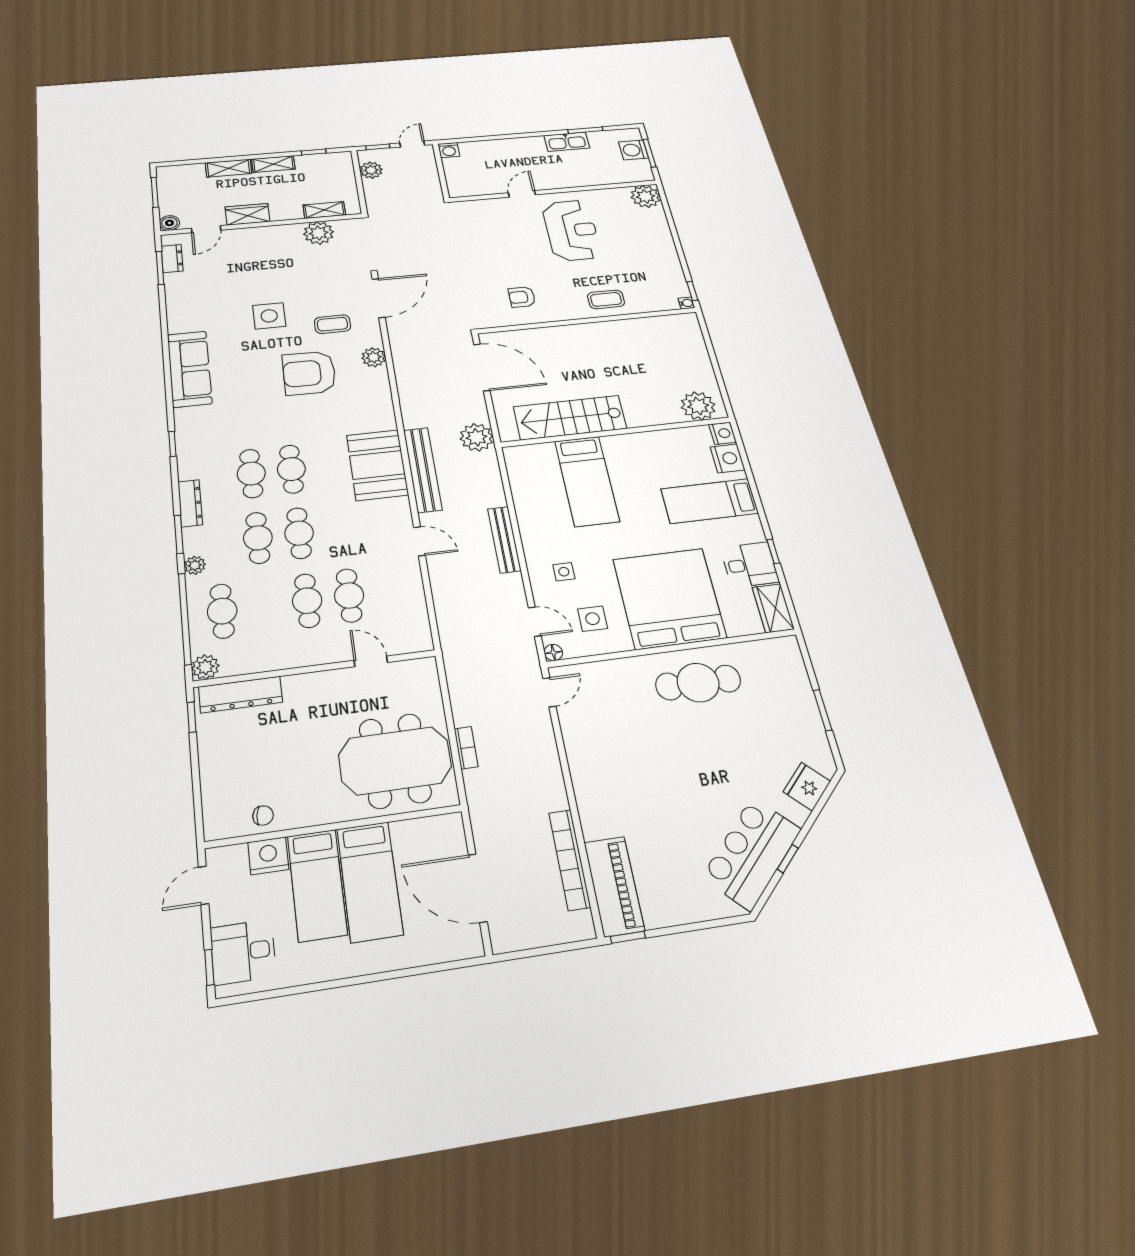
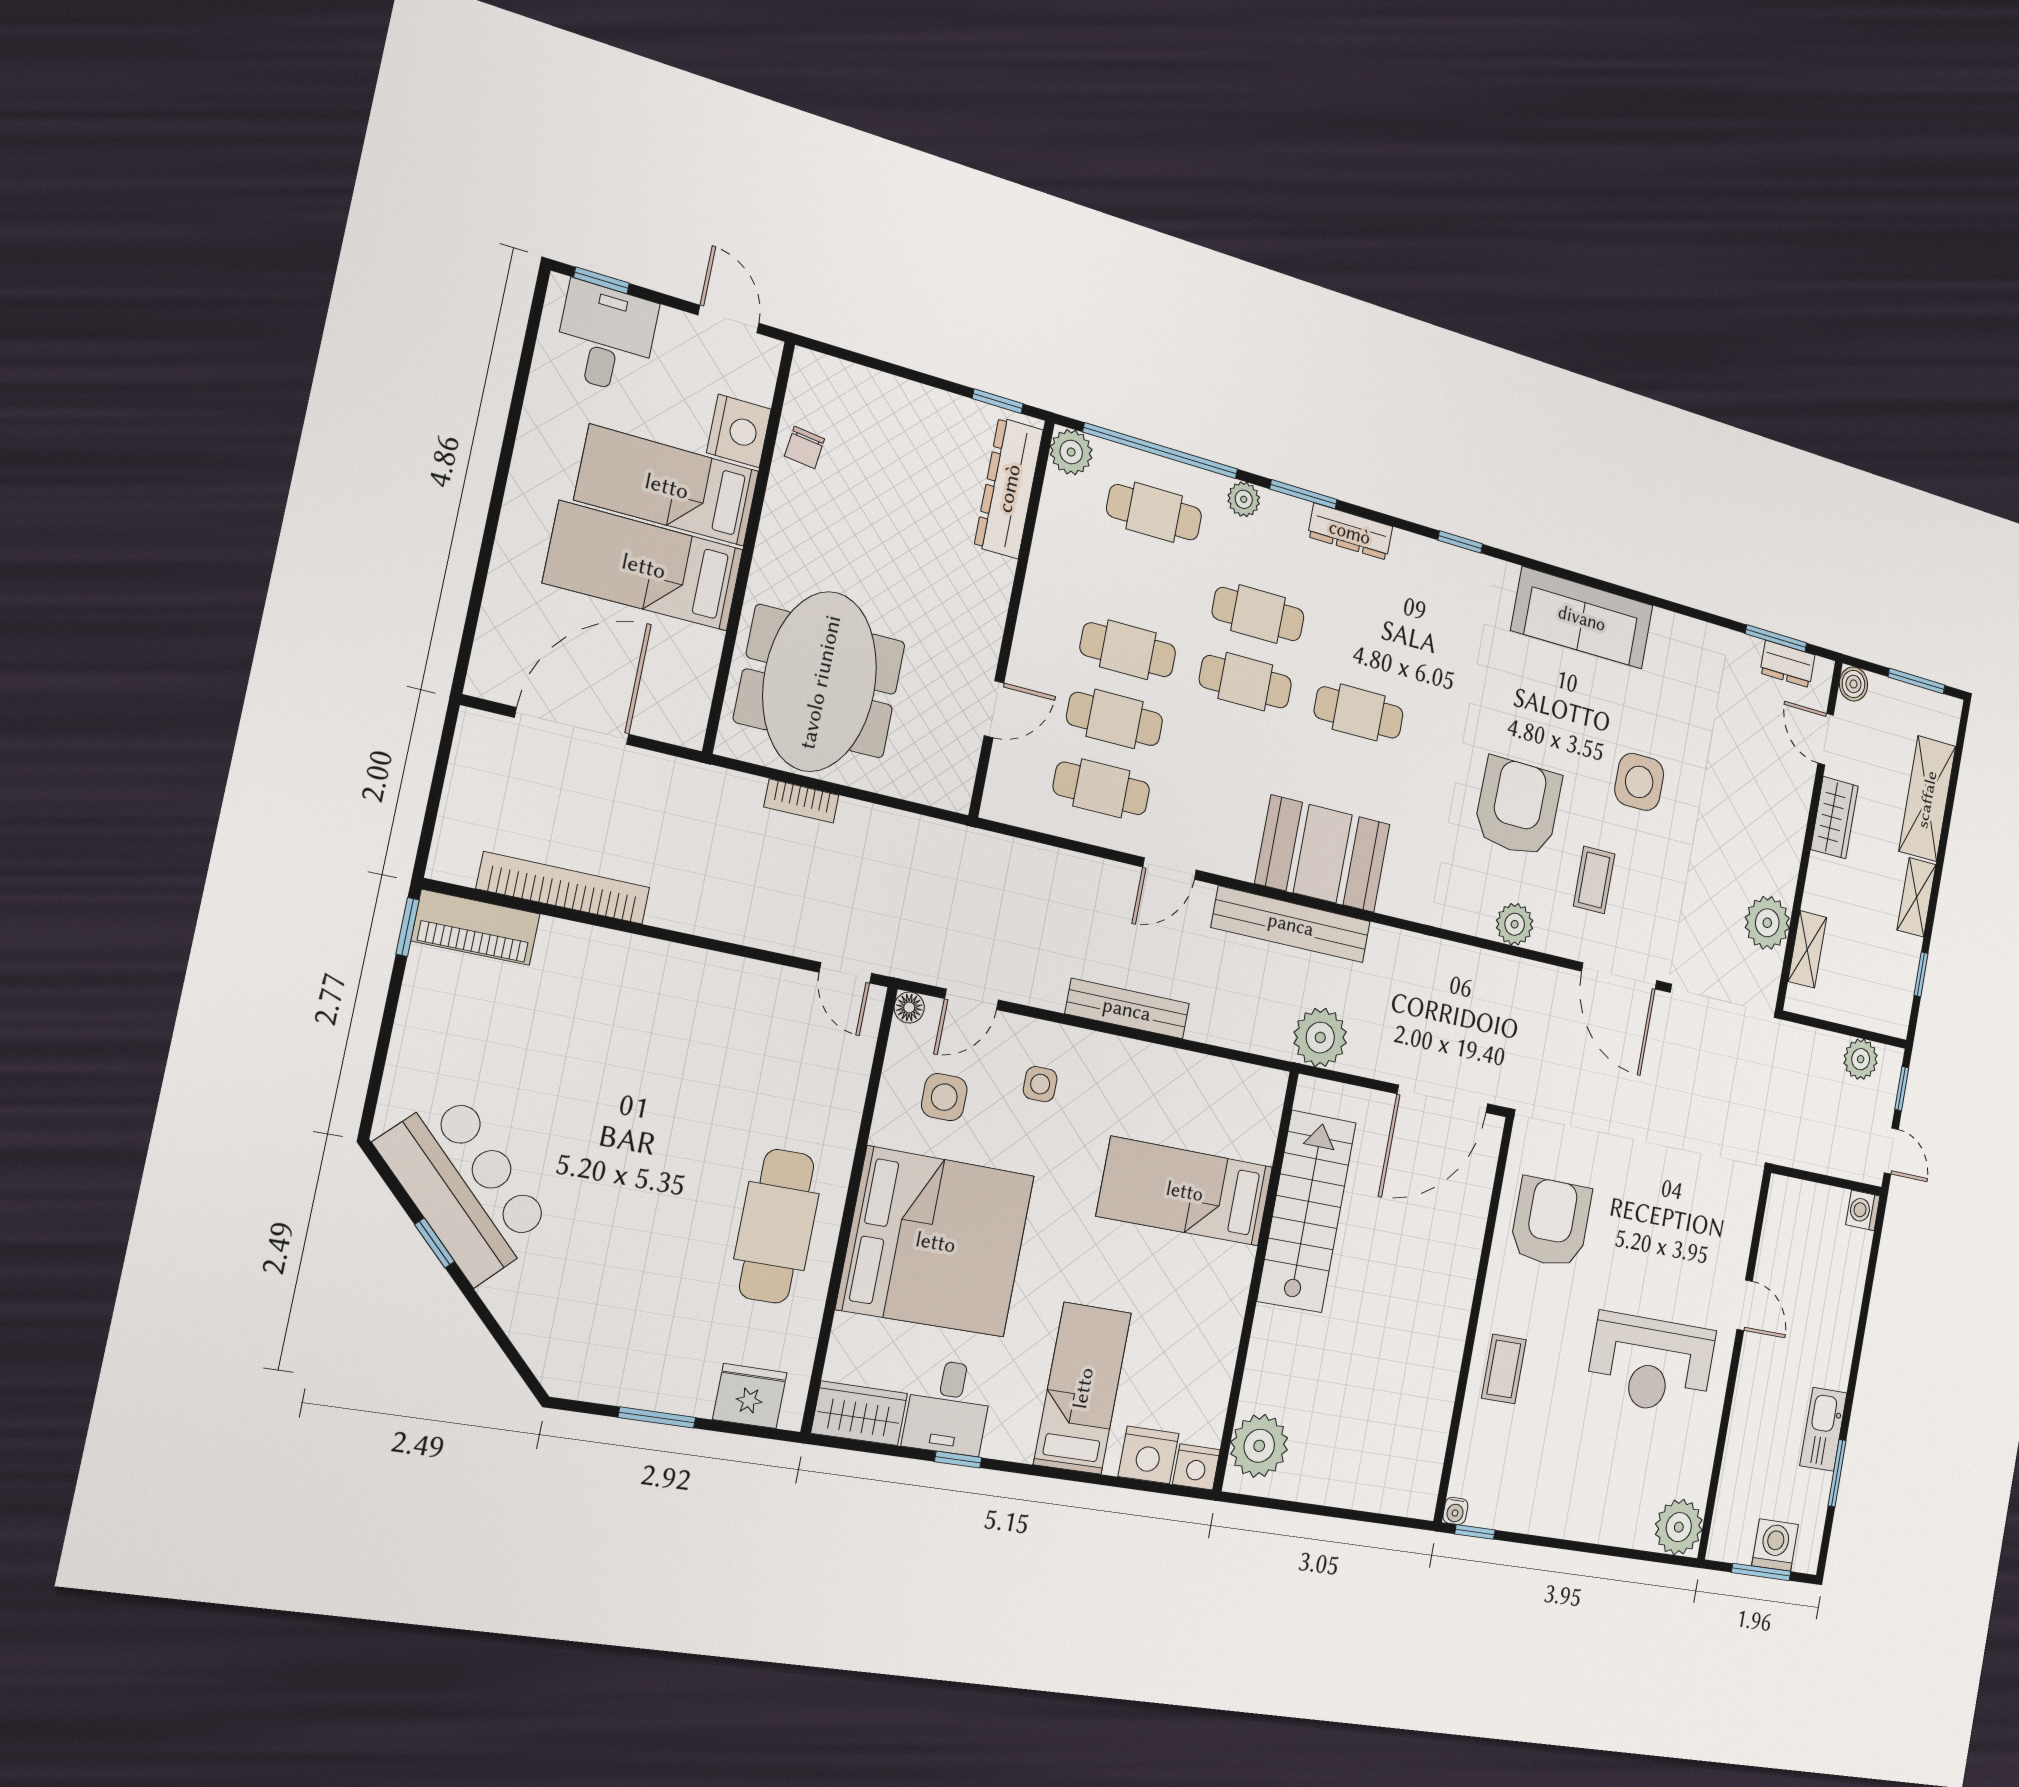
shelving: (229, 168) -> (1927, 799), width x1.50, depth x1.33
armchair: (522, 297) -> (1551, 1222), width x1.88, depth x1.88
cafe table: (251, 473) -> (1101, 788), moved
fridge: (807, 787) -> (750, 1396), moved, turned -45
piano: (614, 886) -> (476, 927), width x0.73, depth x0.75

